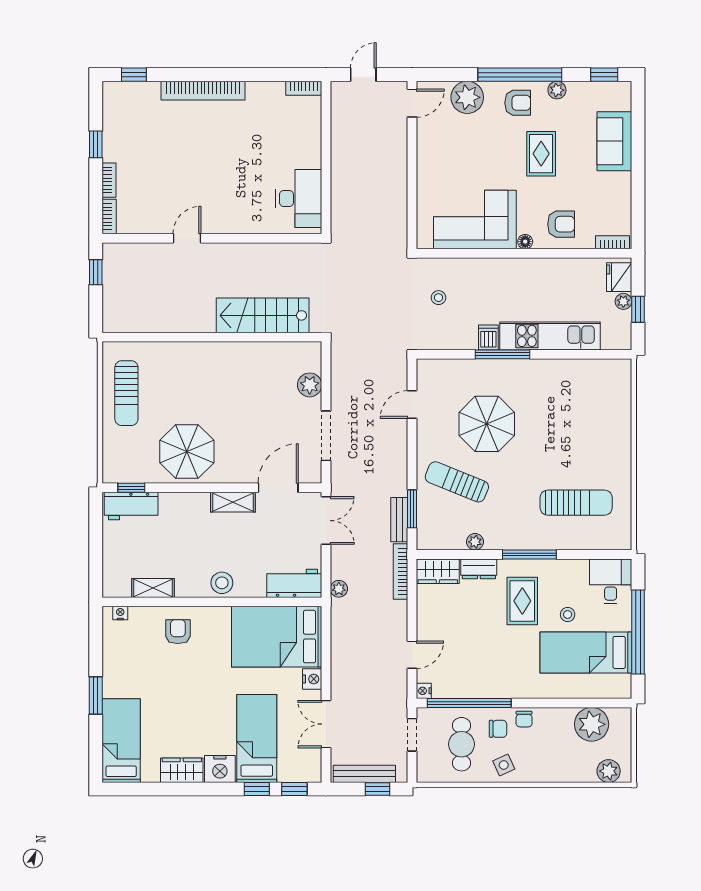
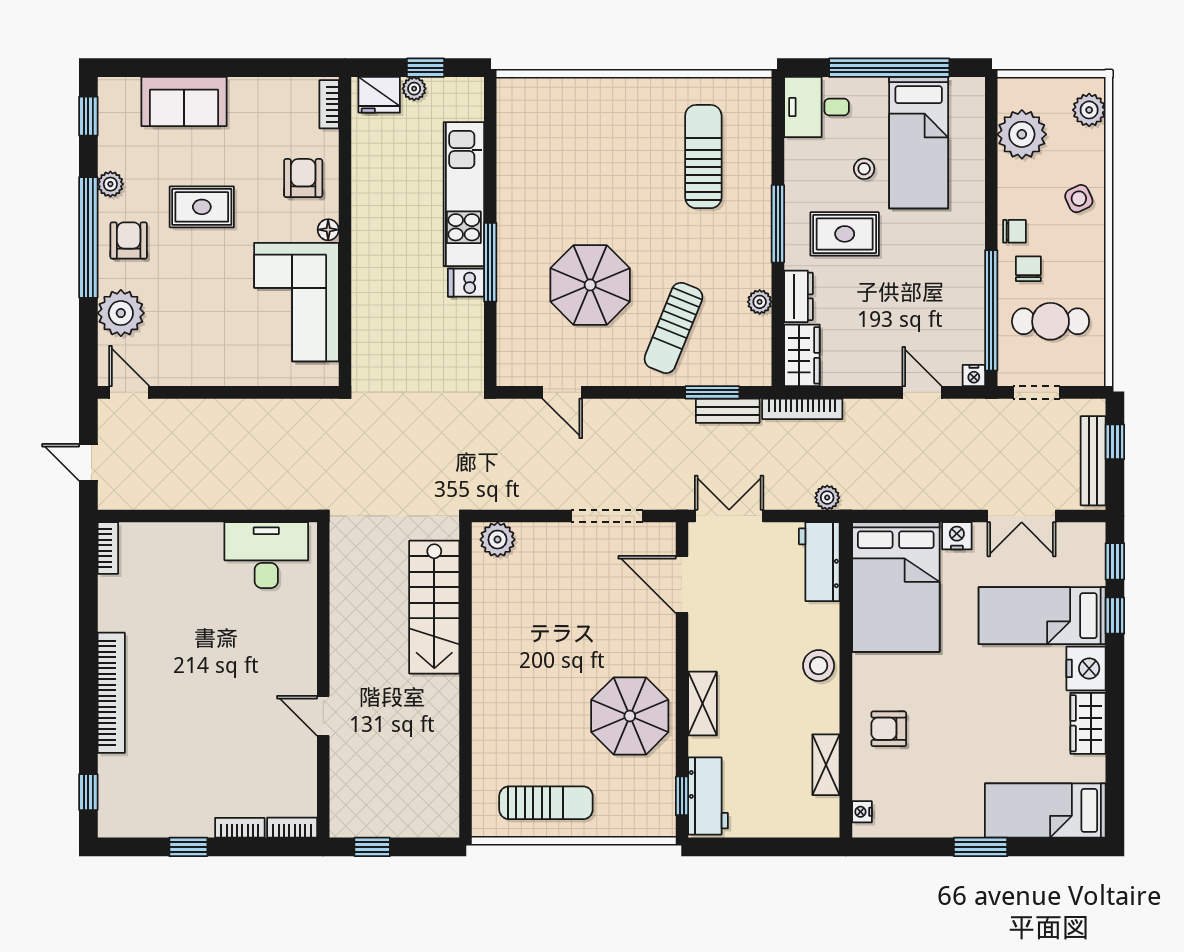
stool: (438, 298) -> (409, 354), removed
plant: (310, 385) -> (498, 540), moved
shelving: (233, 502) -> (703, 704), moved
side table: (504, 765) -> (1079, 199), moved

